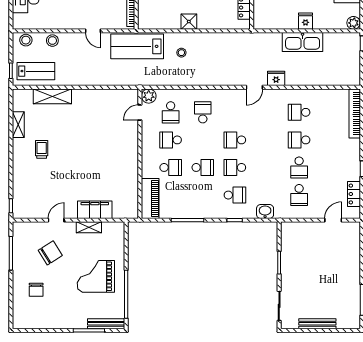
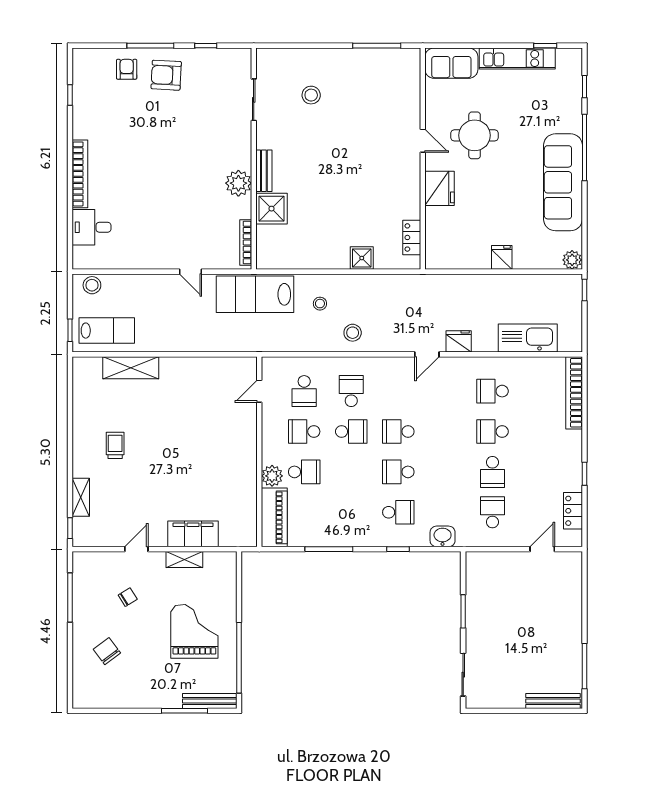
shower: (189, 22) -> (362, 258), moved
stool: (52, 41) -> (353, 333), moved
kitchen sink: (303, 42) -> (528, 338), moved, turned 180
plant: (149, 96) -> (272, 476), moved
shelving: (18, 125) -> (81, 497), moved
school desk: (203, 167) -> (351, 431), moved
school desk: (299, 195) -> (492, 512), turned 180
chair: (50, 253) -> (128, 597), width x0.54, depth x0.54
grand piano: (96, 276) -> (194, 631), turned 90
chair: (36, 290) -> (107, 651), turned 143
bench: (317, 324) -> (553, 701), moved

